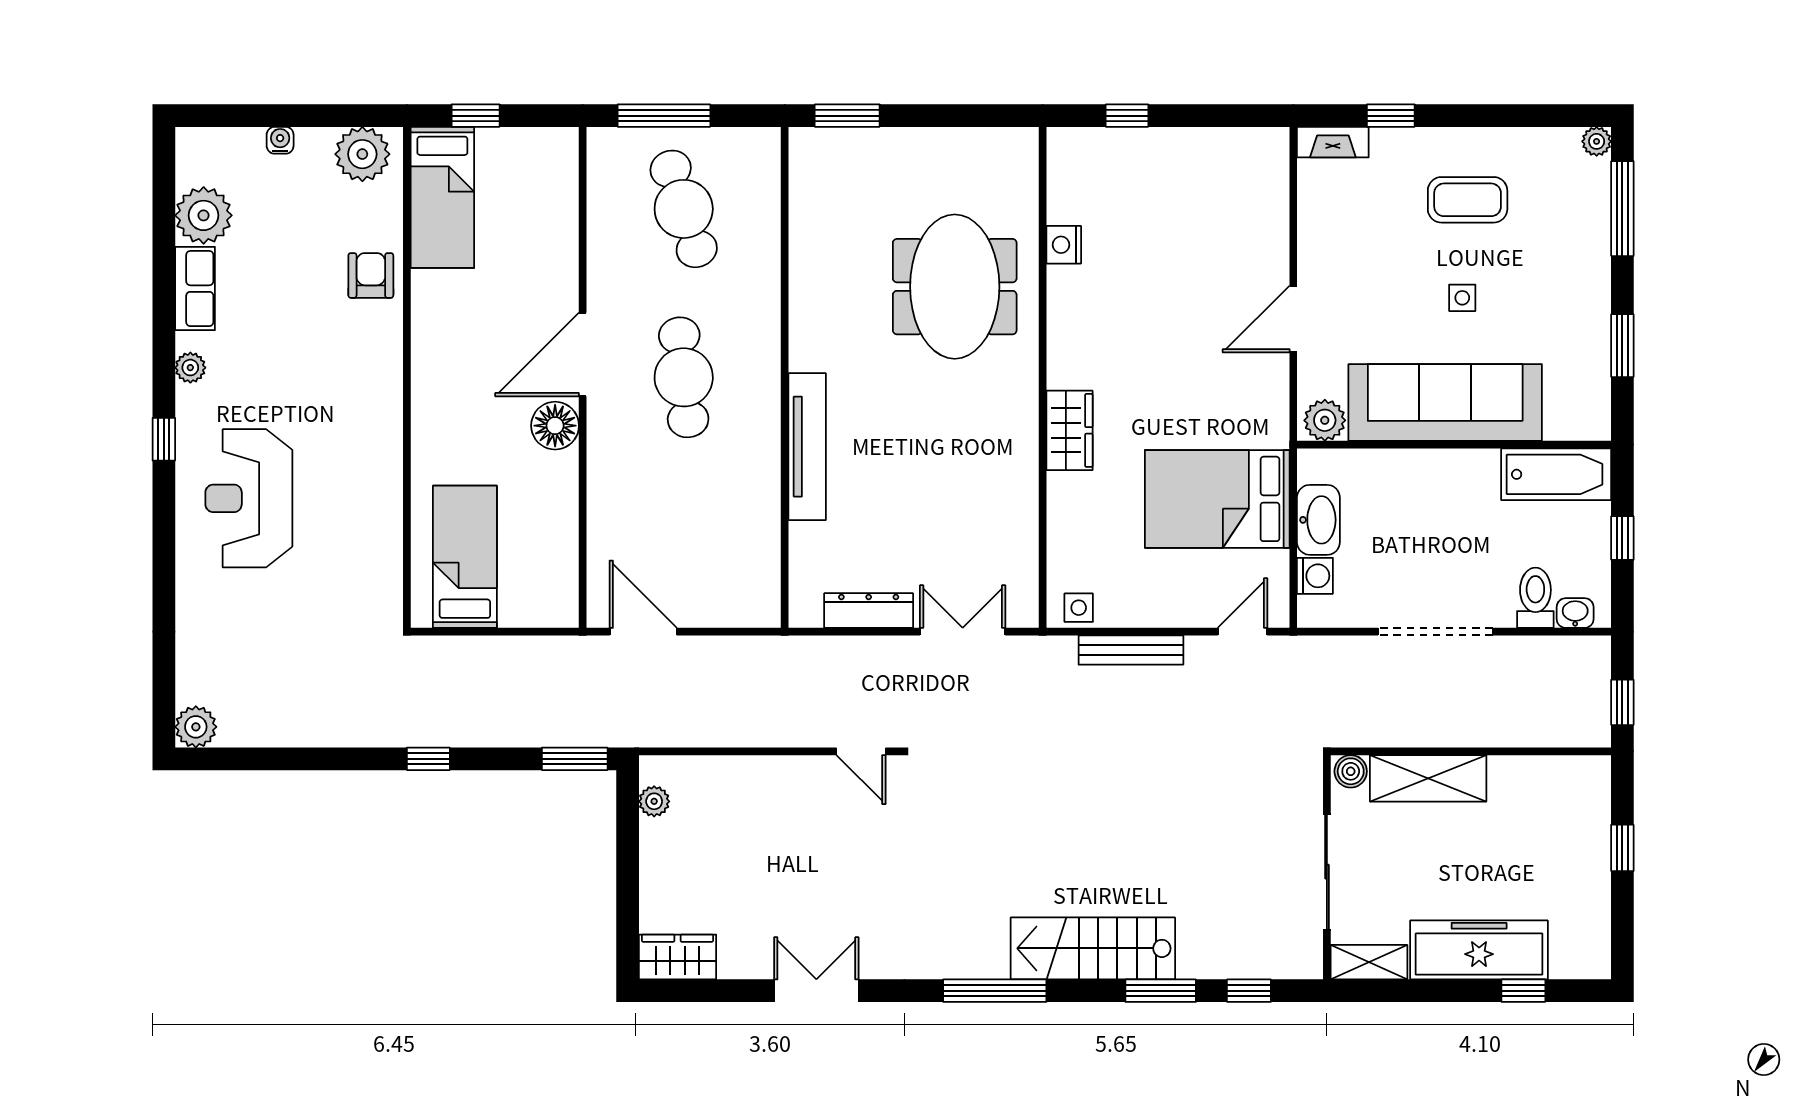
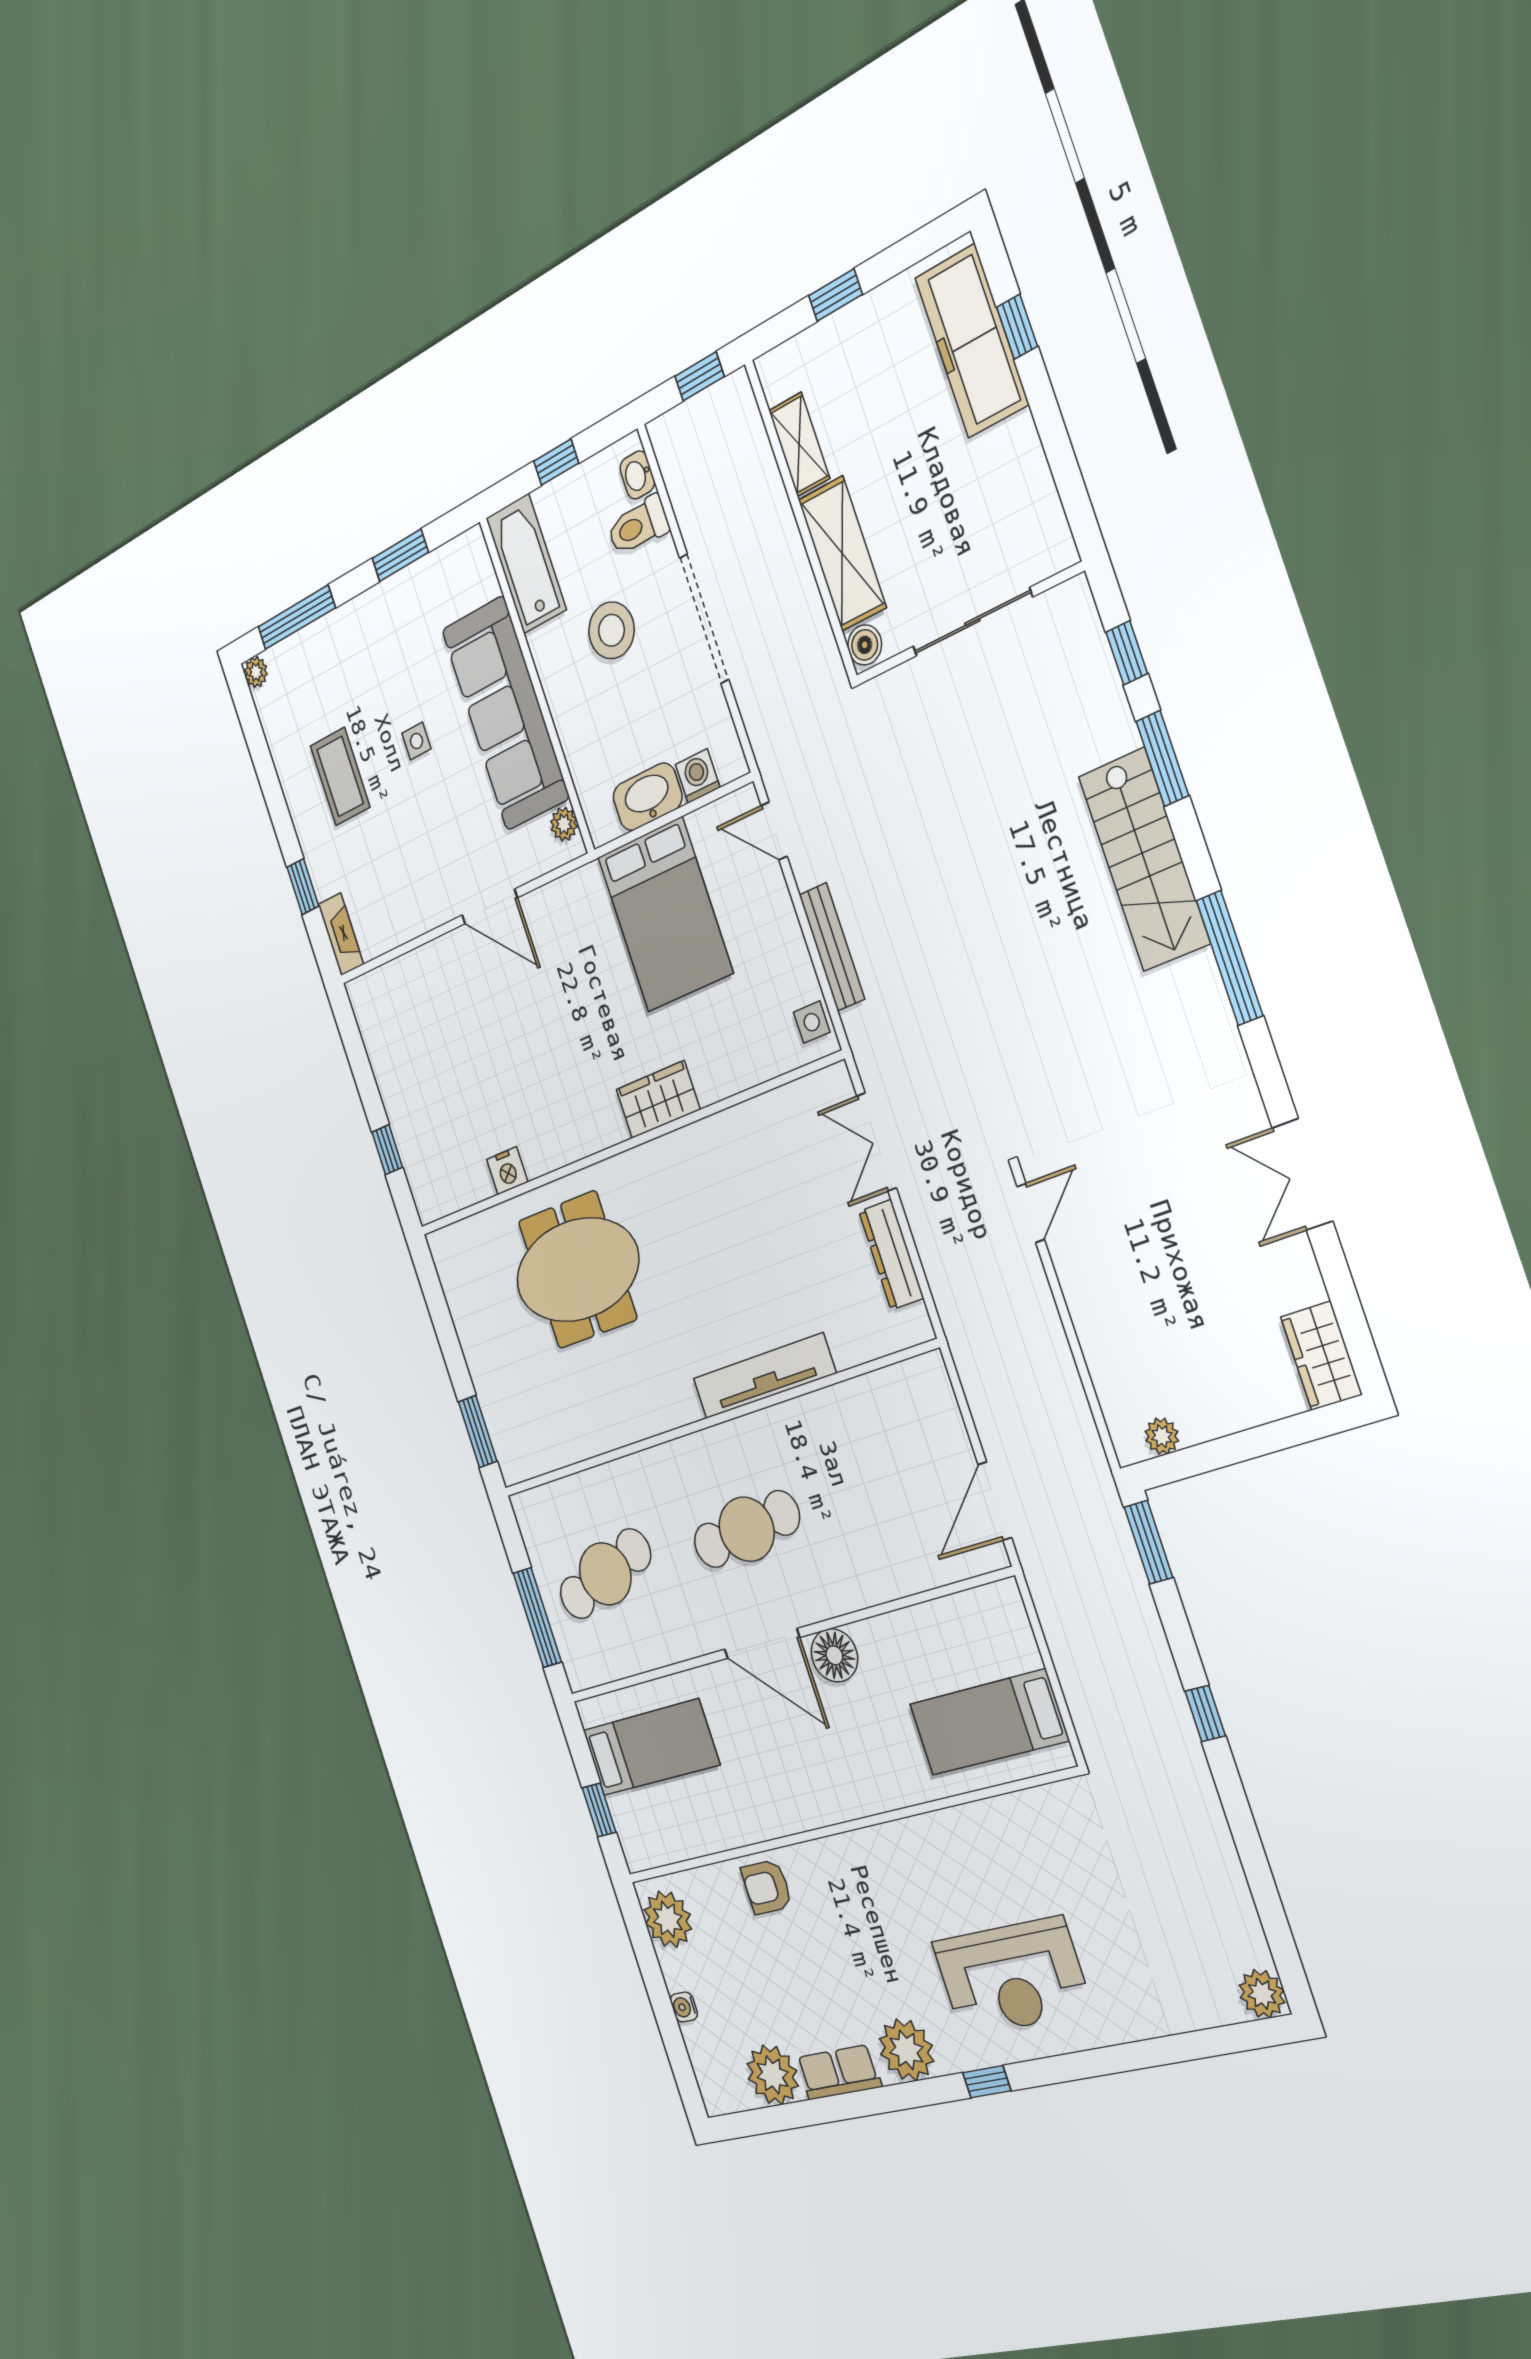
bed: (442, 197) -> (651, 1747), moved
plant: (190, 368) -> (906, 2050), width x1.88, depth x1.88
plant: (1325, 420) -> (564, 824), width x0.73, depth x0.73
stool: (1465, 538) -> (611, 630), added
freezer: (1479, 950) -> (972, 341), moved
shelving: (1369, 962) -> (799, 444), moved

